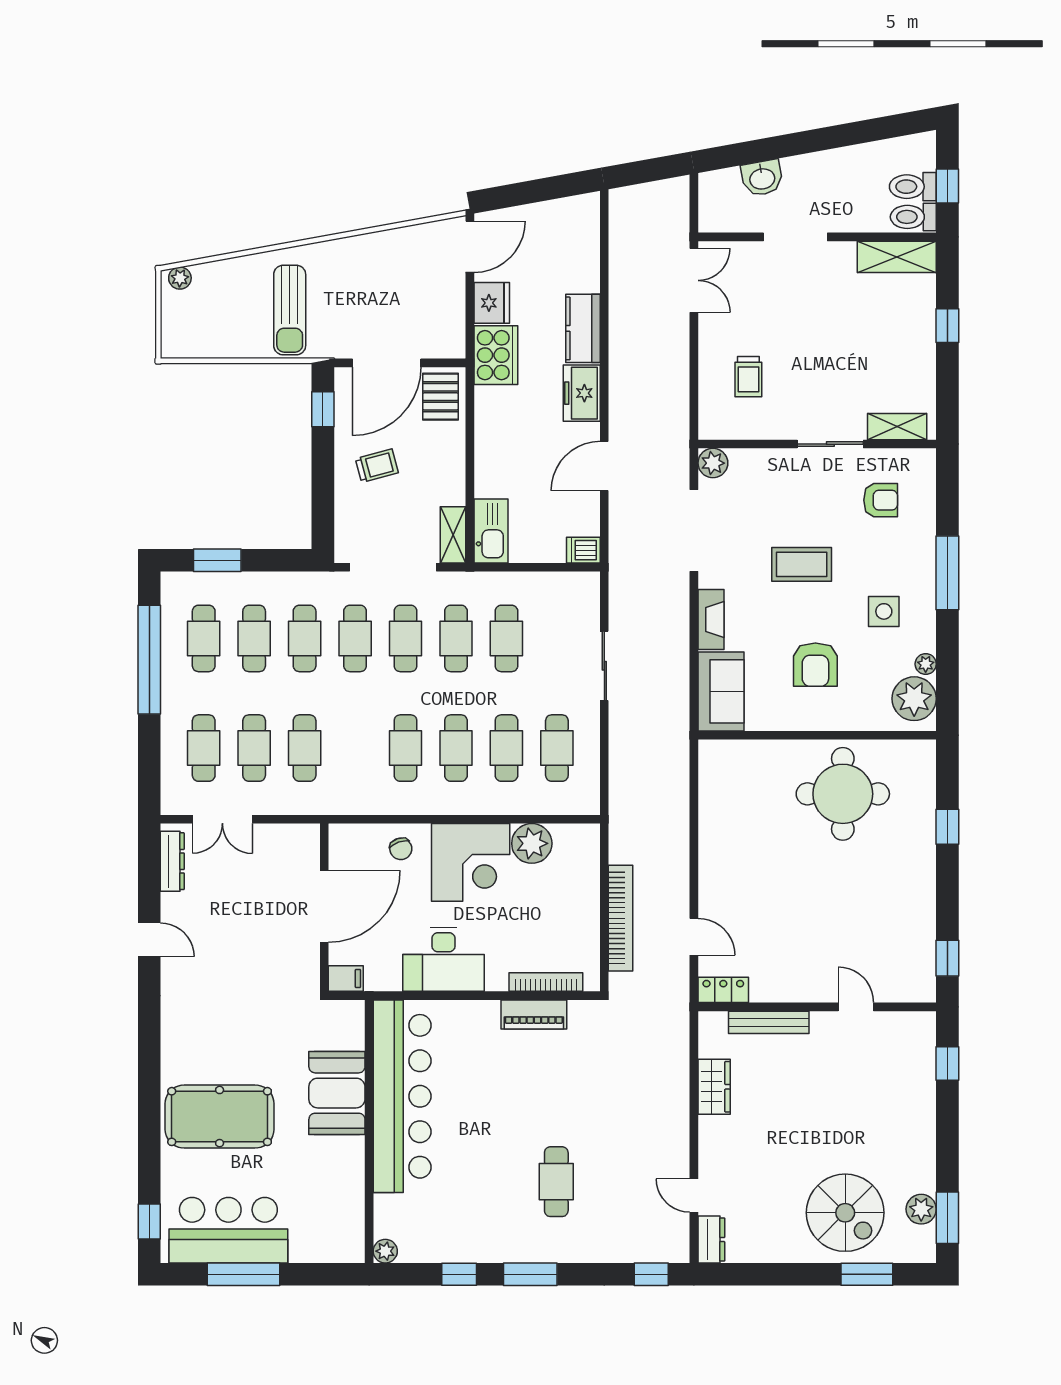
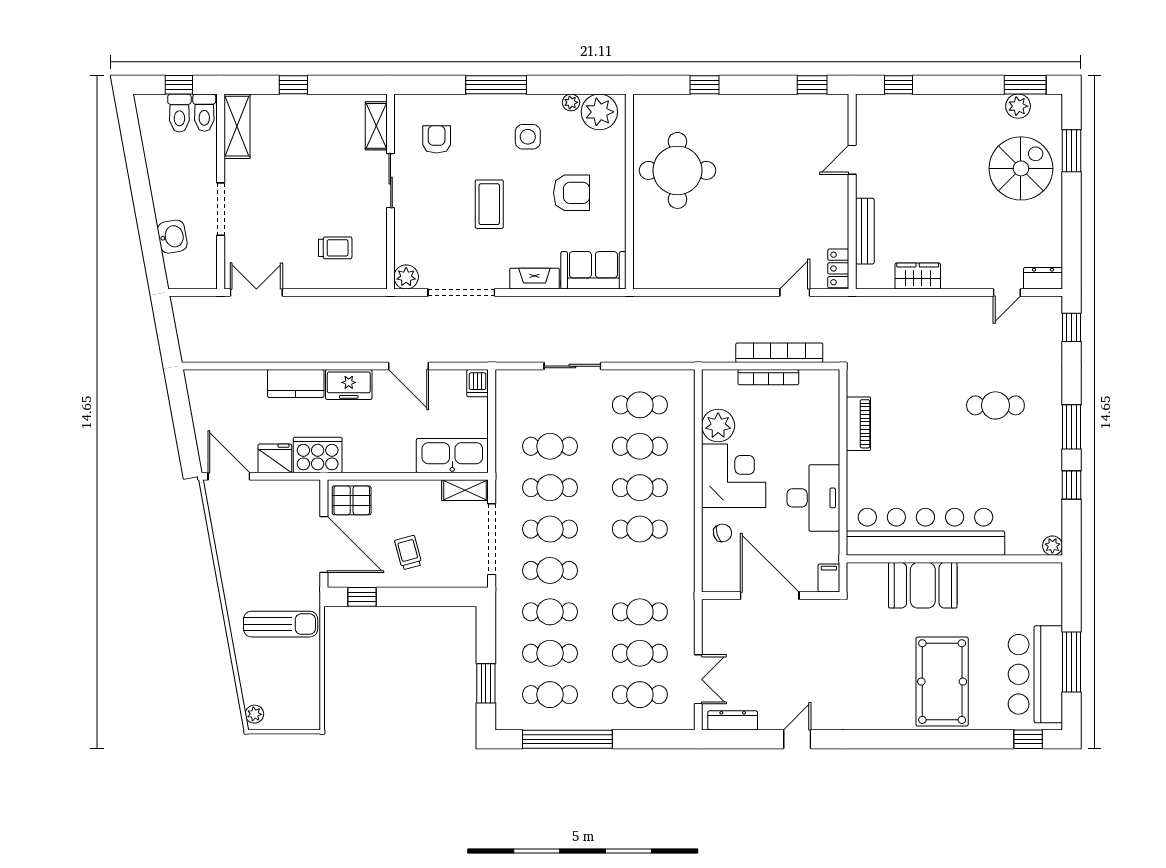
kitchen sink: (491, 531) -> (452, 456), width x1.36, depth x1.24
bookcase: (546, 982) -> (768, 377), moved, turned -90

